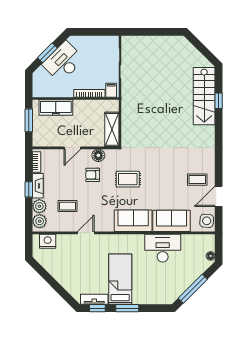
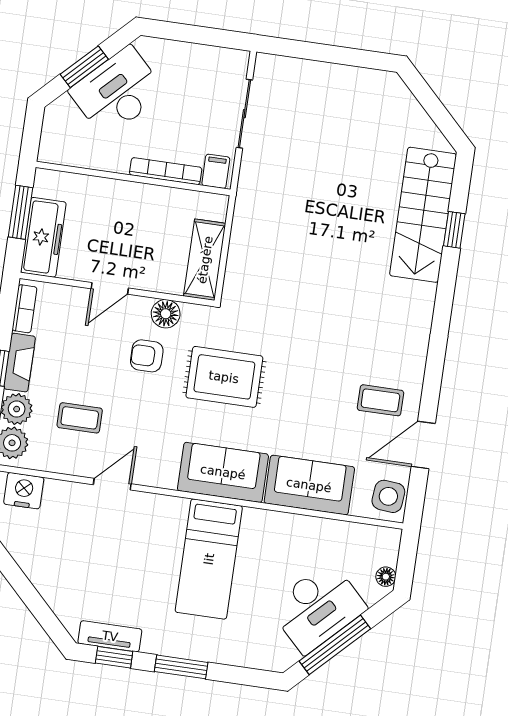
freezer: (56, 108) -> (43, 237), moved, turned -90
rug: (128, 179) -> (224, 377), width x1.36, depth x1.43
desk: (163, 248) -> (317, 607), moved, turned 135
bed: (120, 279) -> (209, 559), moved, turned 180

